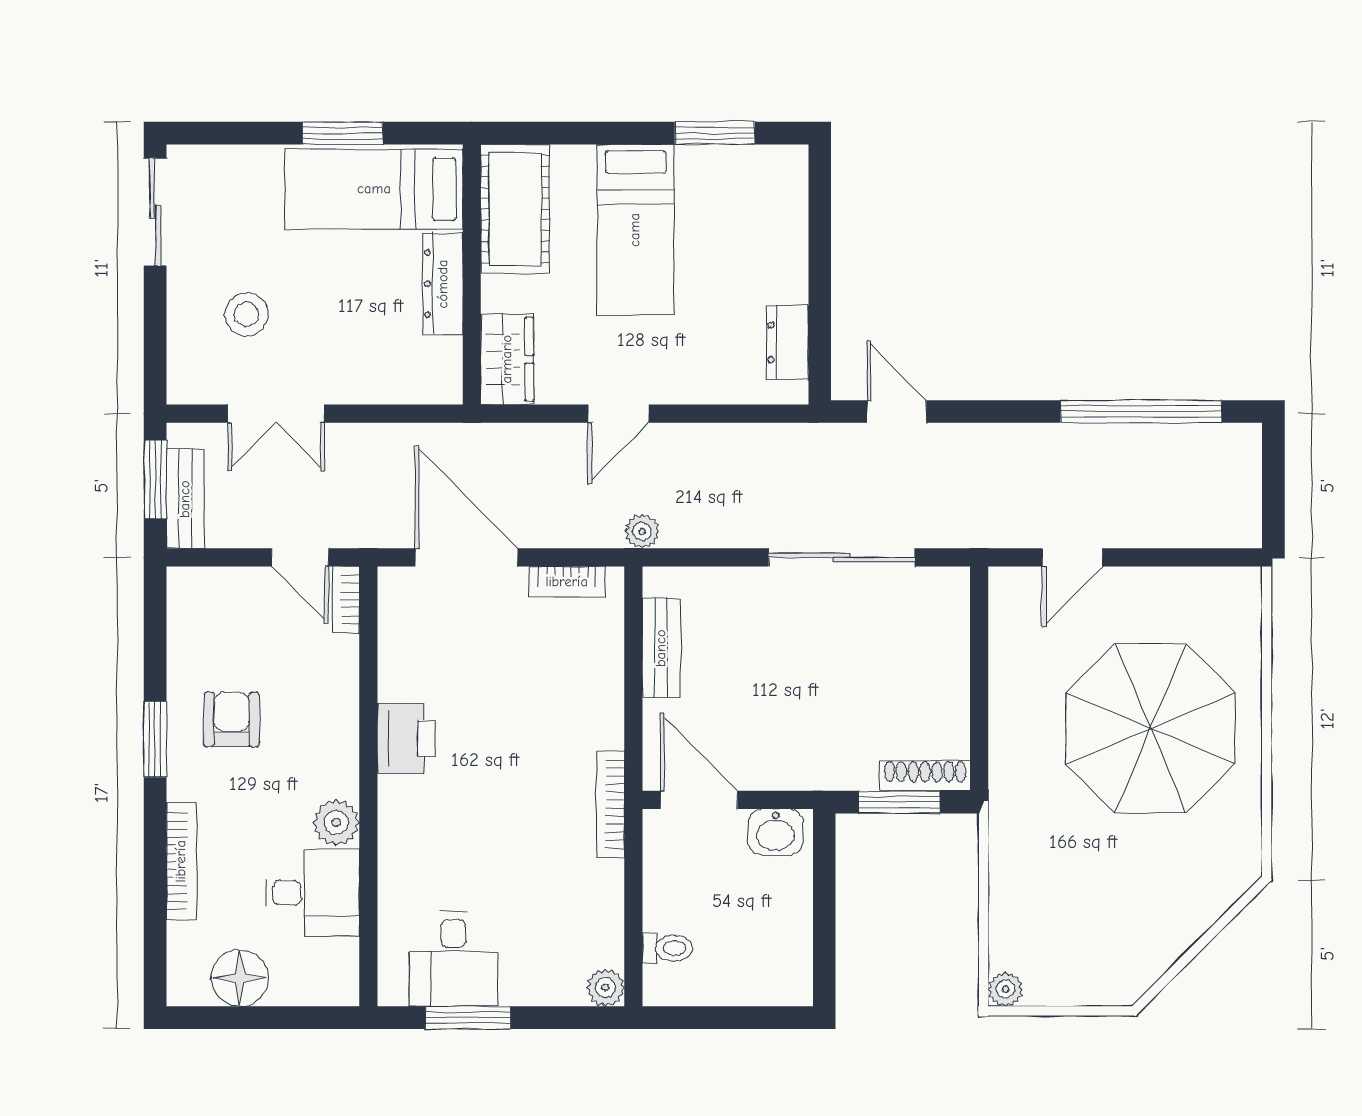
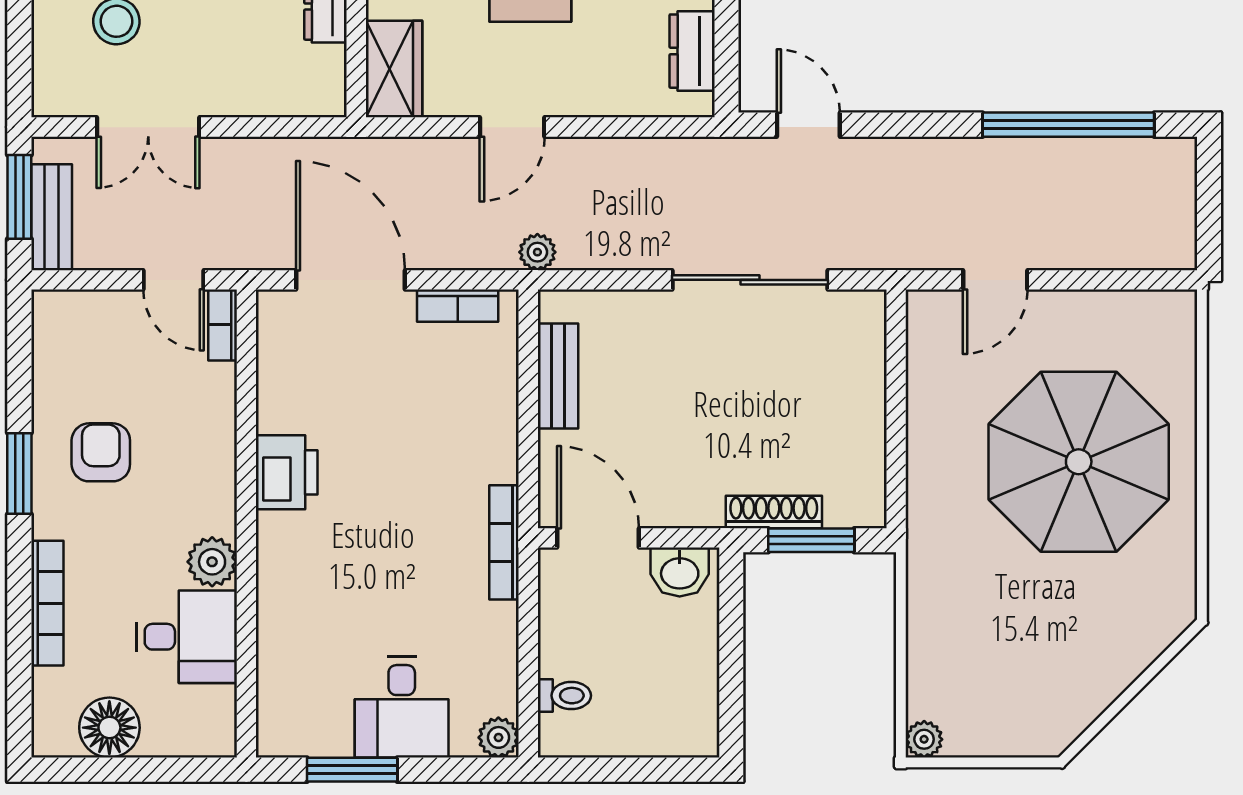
shoe rack: (925, 776) -> (774, 512), moved
desk: (454, 959) -> (402, 707), moved

